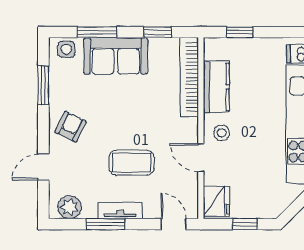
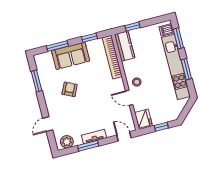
side table: (66, 49) -> (44, 59), removed
kitchen counter: (216, 87) -> (125, 46), moved
armchair: (70, 127) -> (70, 89), moved
coffee table: (132, 163) -> (94, 110), removed

